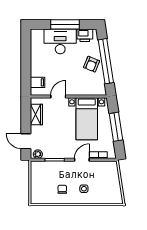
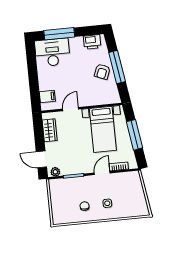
window: (65, 24) -> (59, 34), moved
desk: (60, 41) -> (52, 52), moved
window: (106, 61) -> (117, 67), width x0.68

